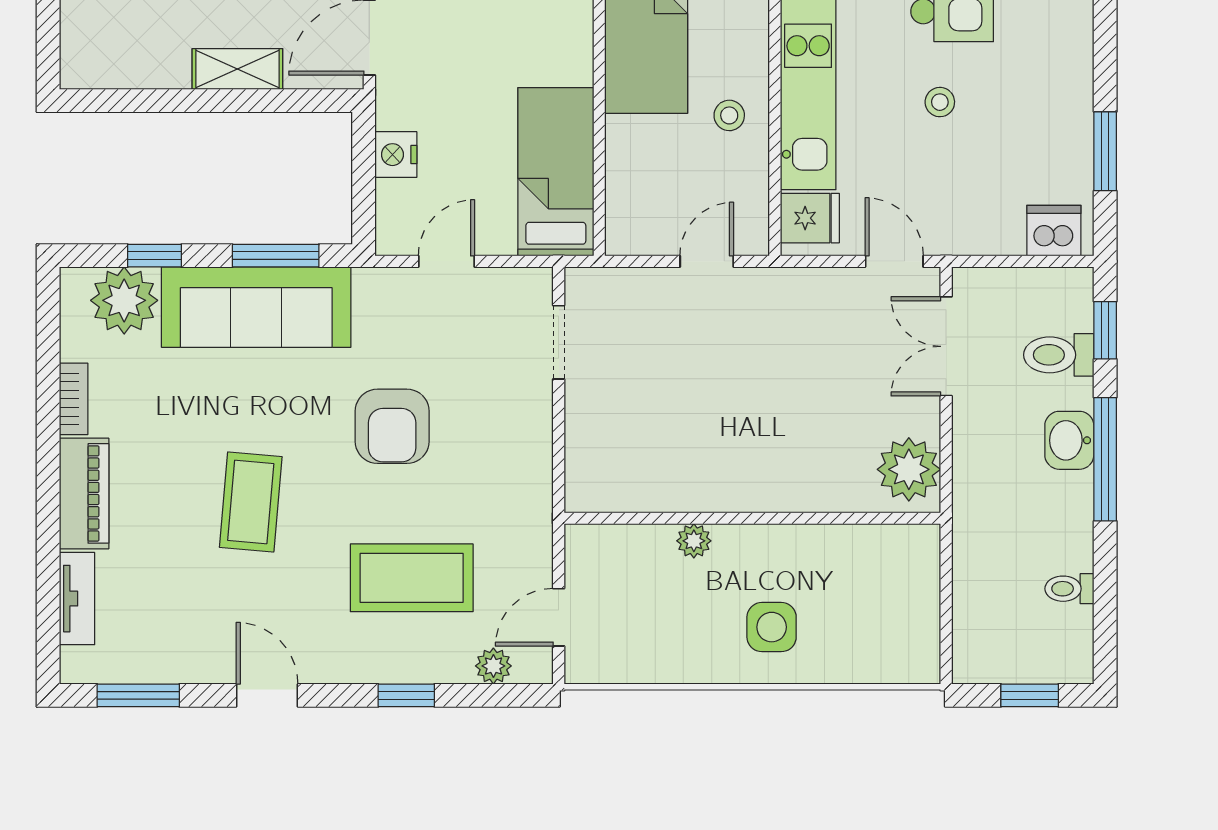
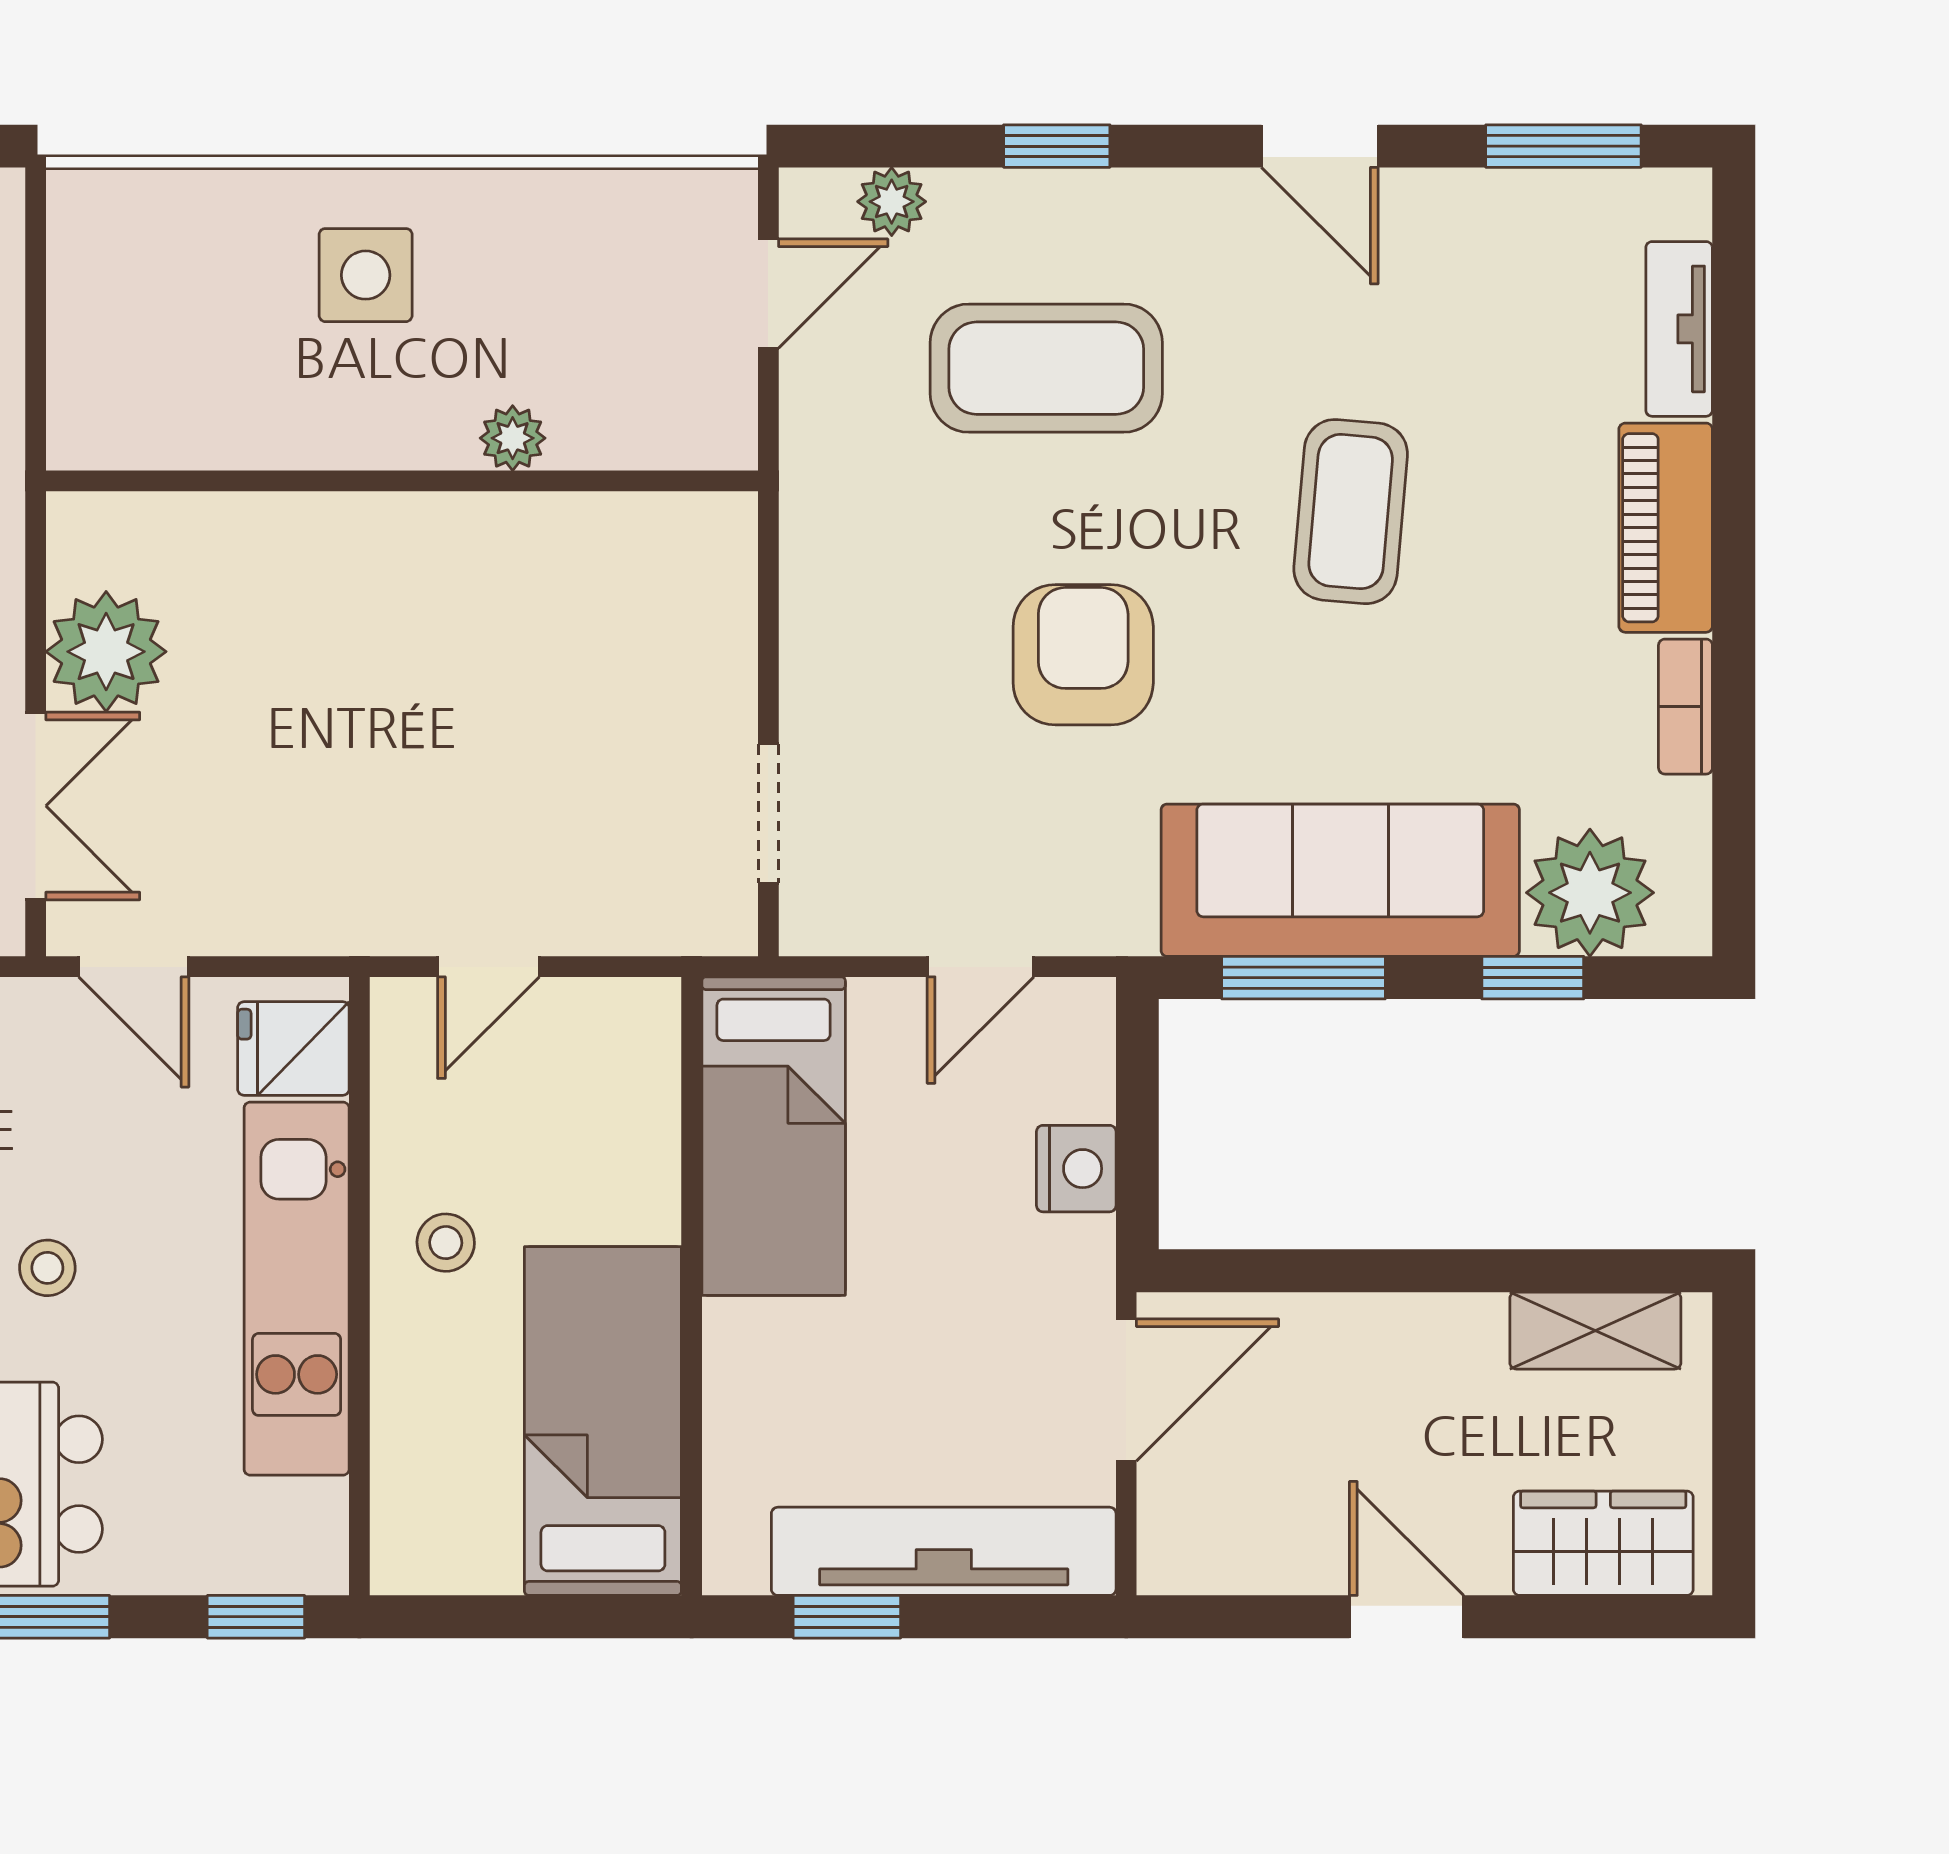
shelving: (237, 69) -> (1595, 1331), moved
plant: (909, 469) -> (106, 652), moved

